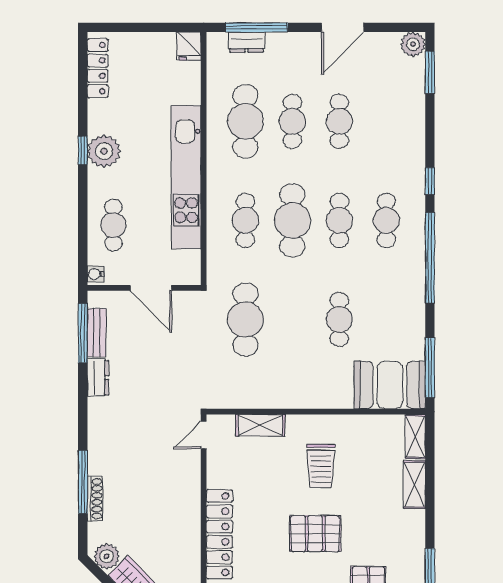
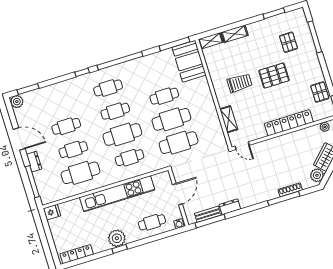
dresser: (246, 42) -> (34, 162), moved
cafe table: (292, 319) -> (171, 119), added
pallet: (315, 534) -> (274, 76), turned 90

